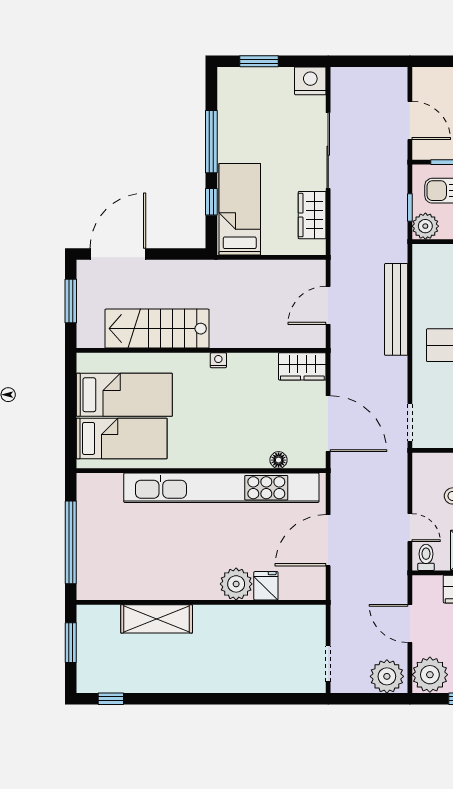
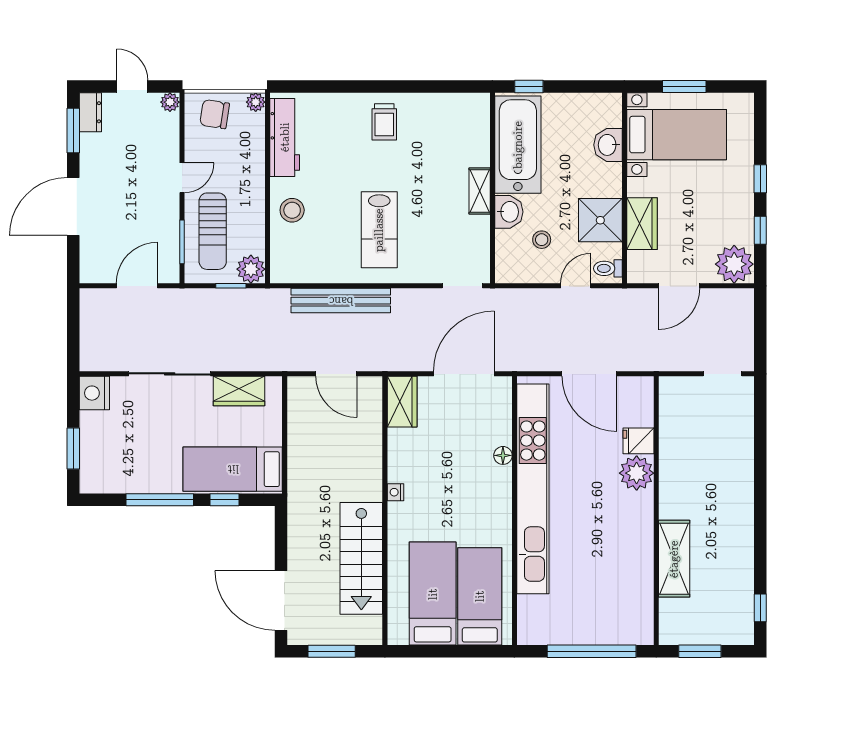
floor lamp: (279, 460) -> (503, 455), moved
plant: (387, 676) -> (736, 311), removed

